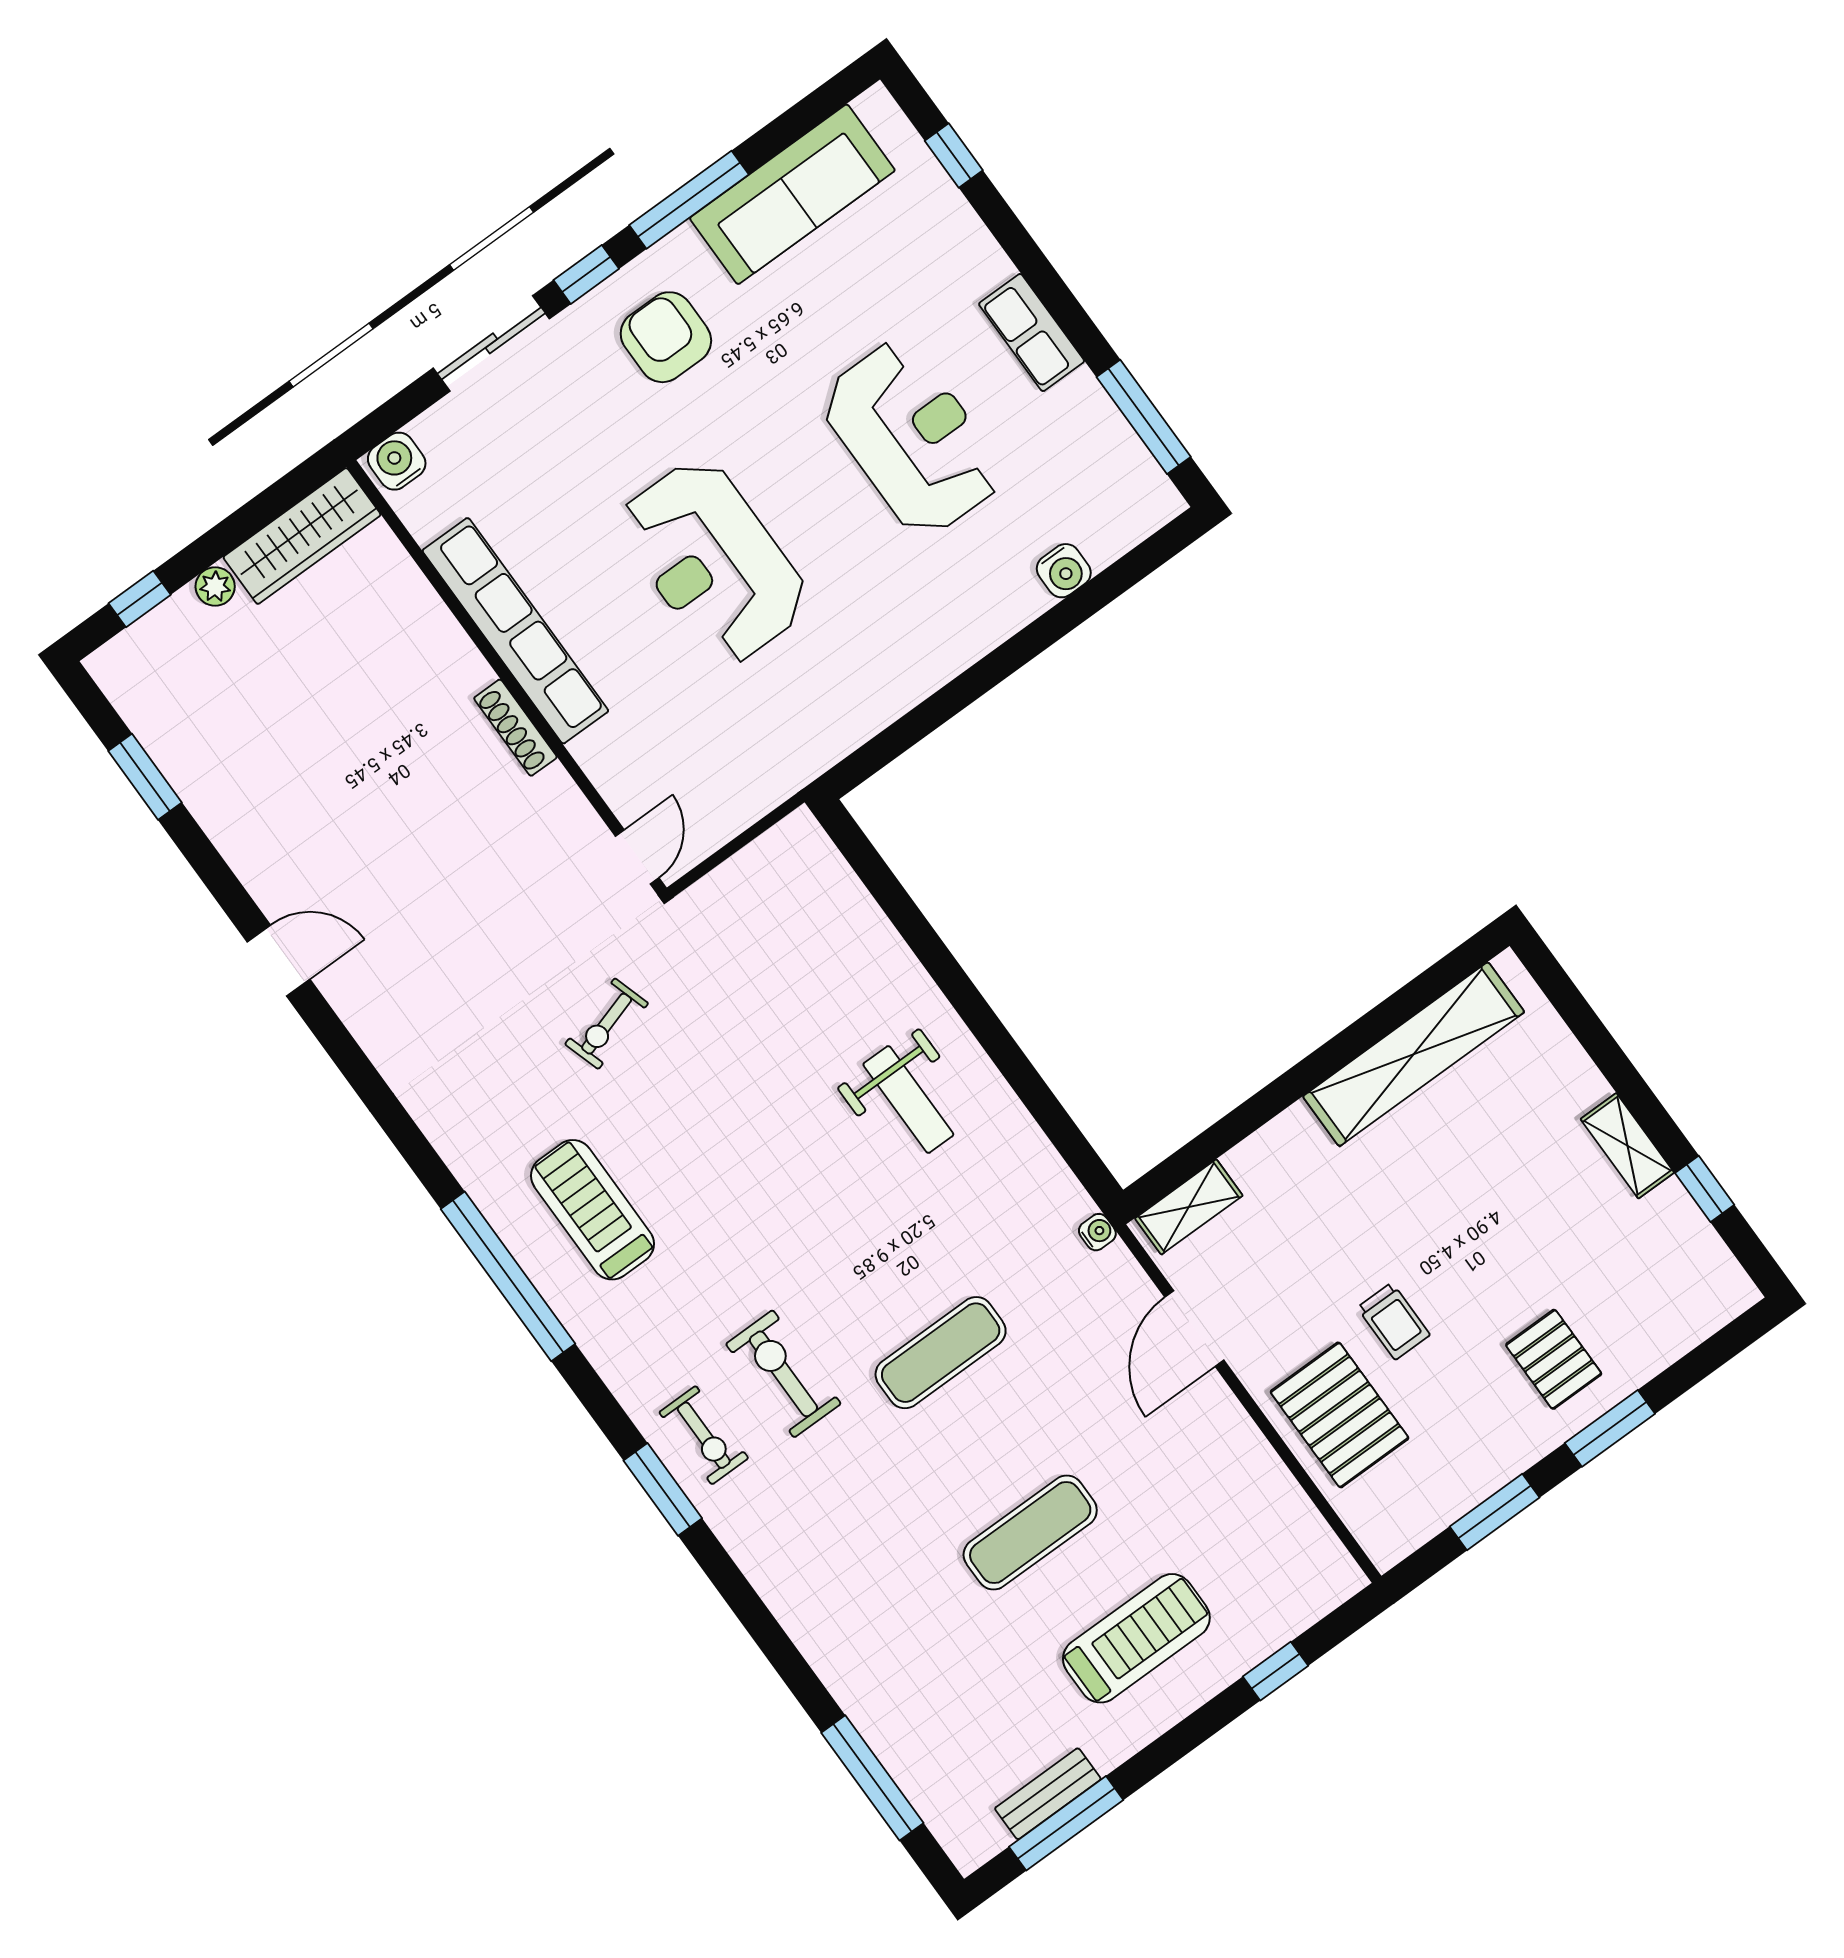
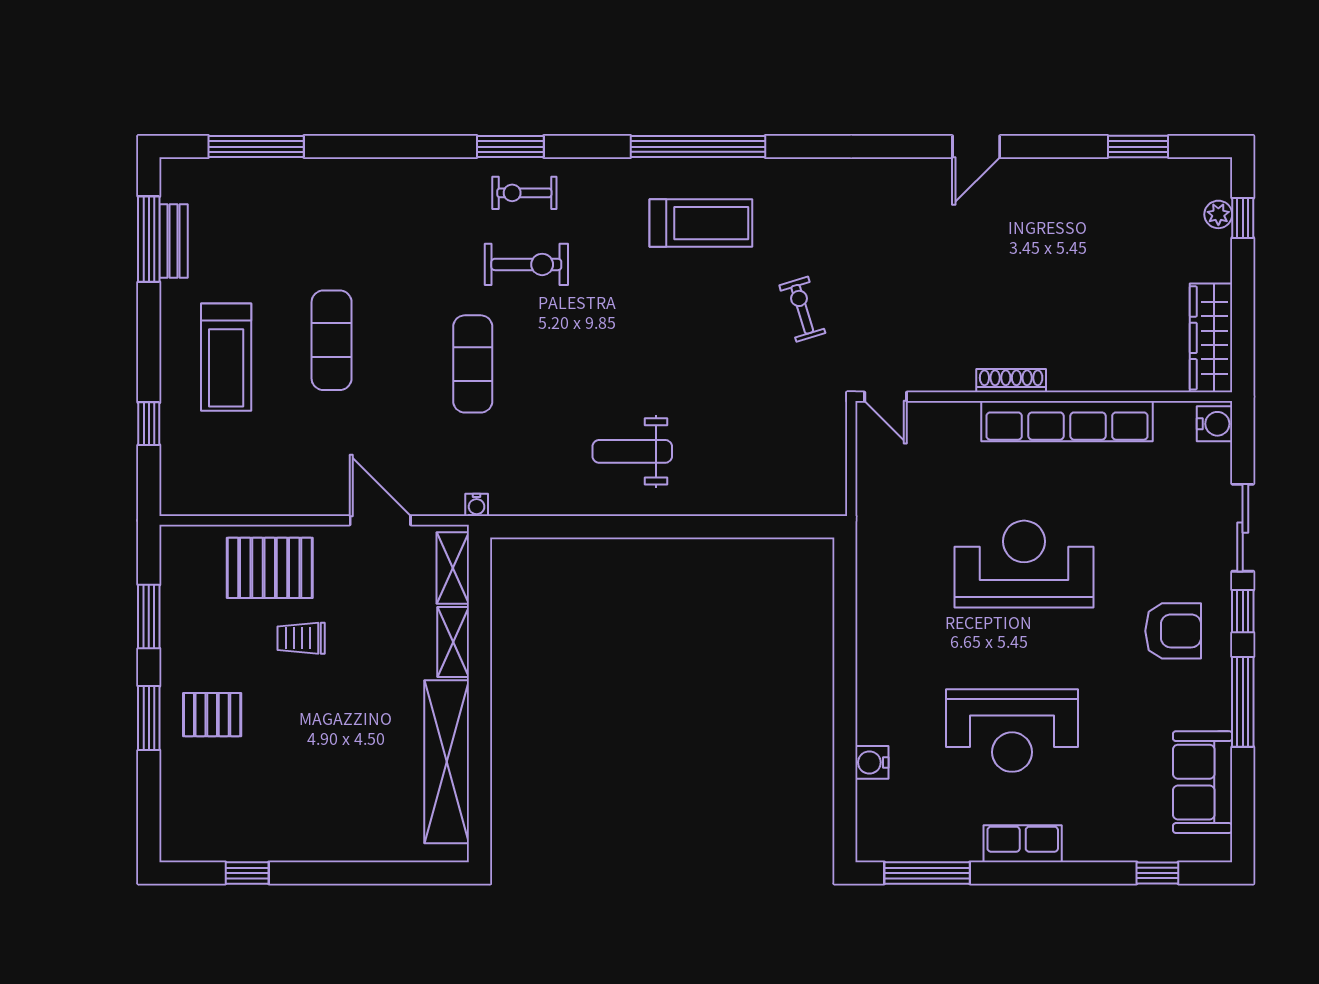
sofa: (792, 194) -> (1203, 782), width x0.73
plant: (215, 586) -> (1218, 214), moved
shelving: (1627, 1146) -> (453, 642), moved, turned 90

